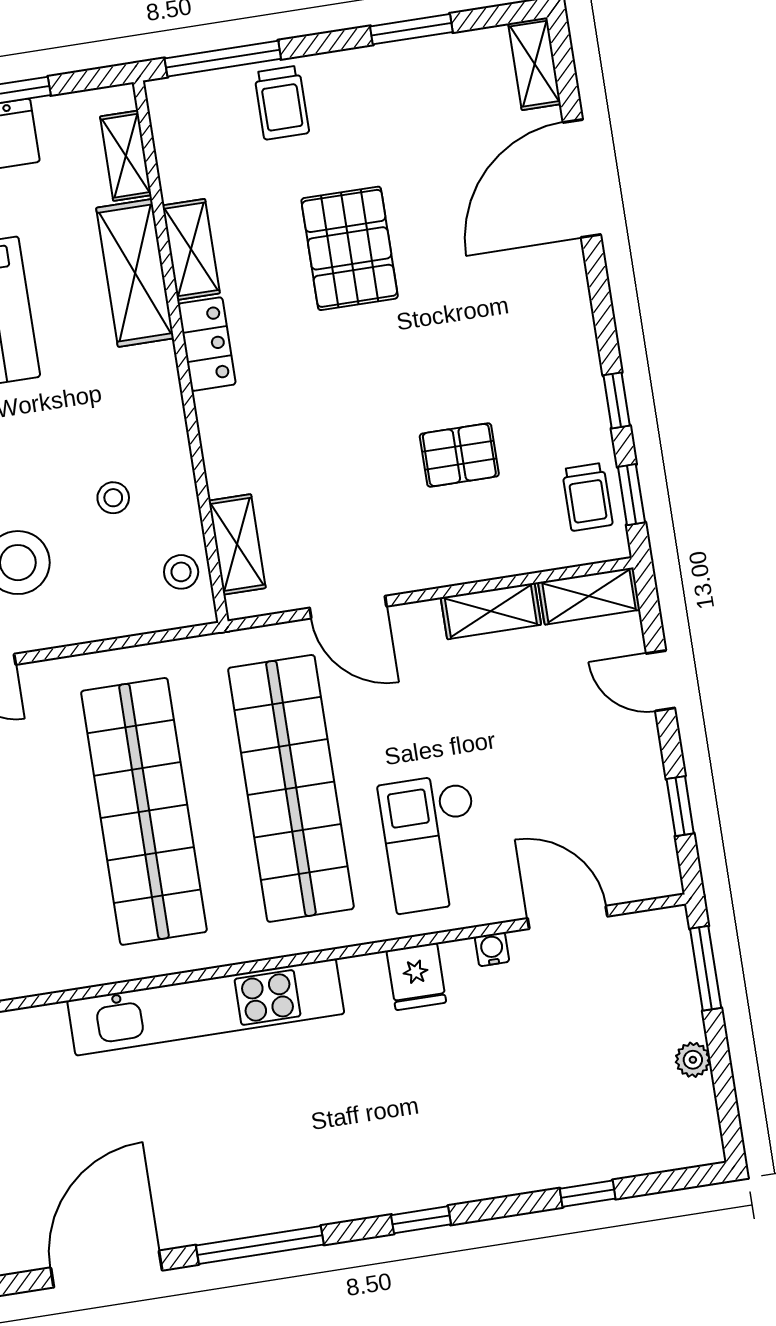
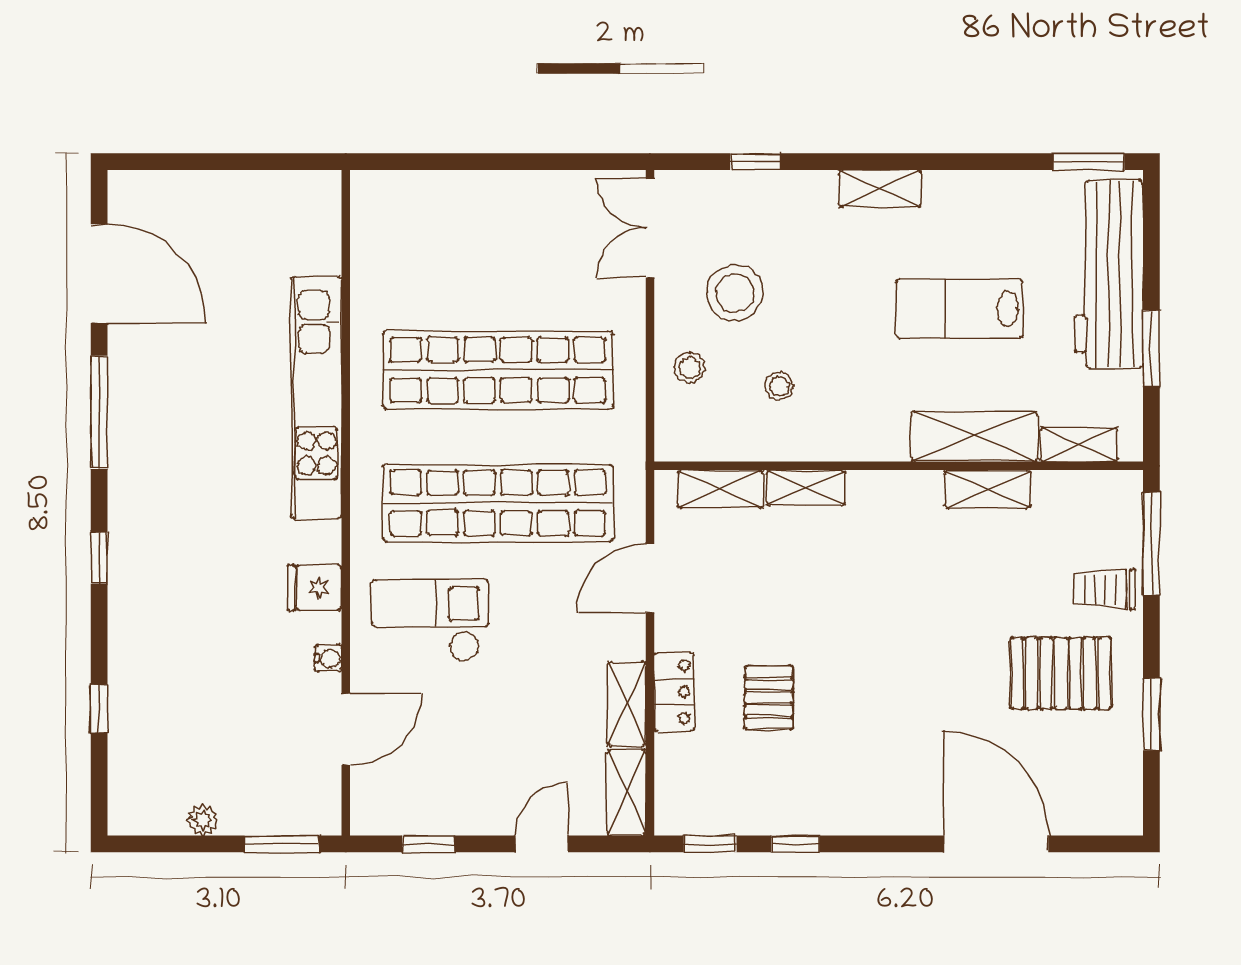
shelving: (535, 64) -> (806, 488), moved
pallet: (350, 248) -> (1061, 673), moved
locker: (207, 344) -> (674, 692), moved, turned -90
trolley: (587, 497) -> (714, 805), removed
stool: (181, 572) -> (690, 368), moved

